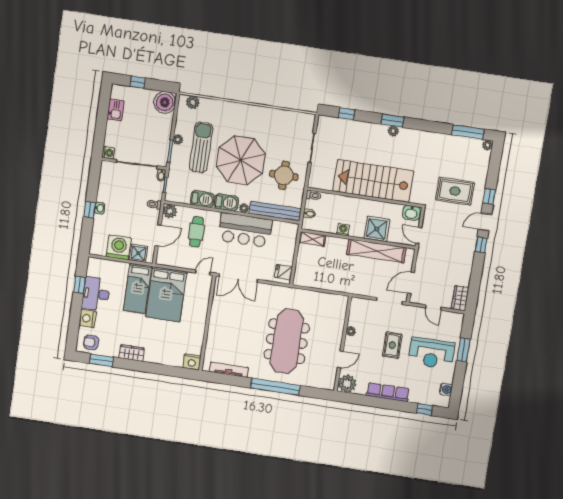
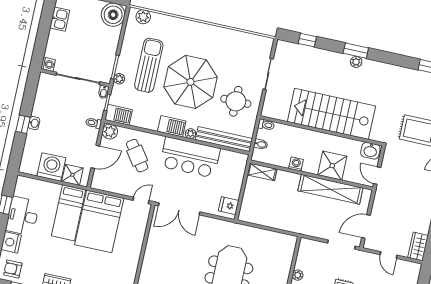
plant: (178, 140) -> (119, 79), moved
barbecue: (202, 199) -> (119, 115), moved
cafe table: (196, 232) -> (137, 156), turned -35

